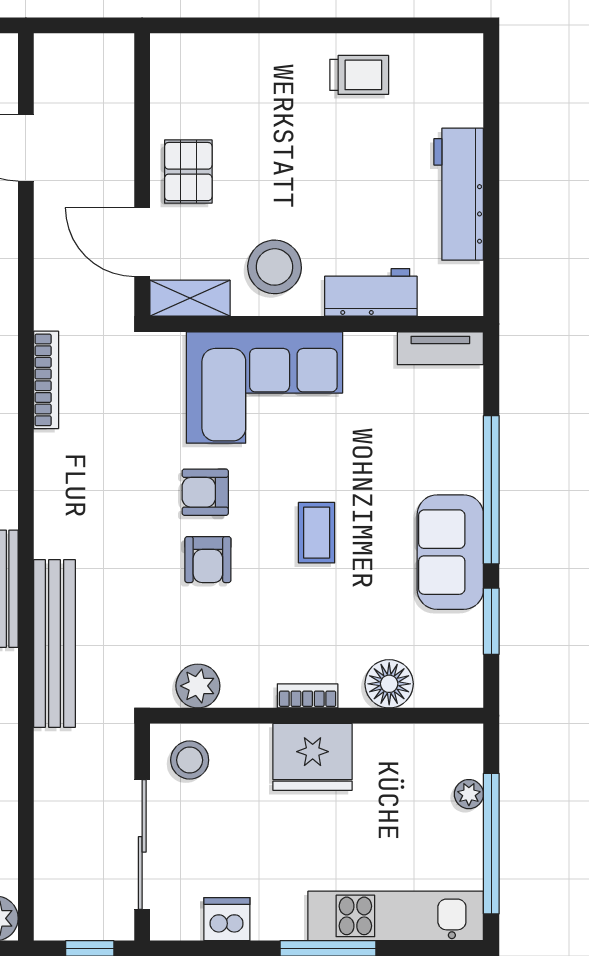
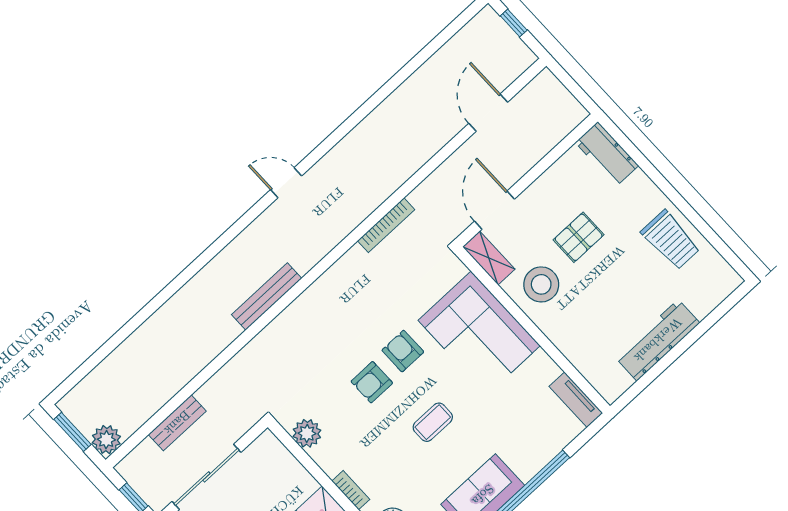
trolley: (359, 75) -> (671, 240), width x1.36, depth x1.39
pallet: (188, 172) -> (579, 237), moved
workbench: (371, 292) -> (607, 154), moved, turned 180
bench: (54, 644) -> (177, 423), moved, width x0.54, depth x0.82
stool: (190, 760) -> (268, 462), removed

